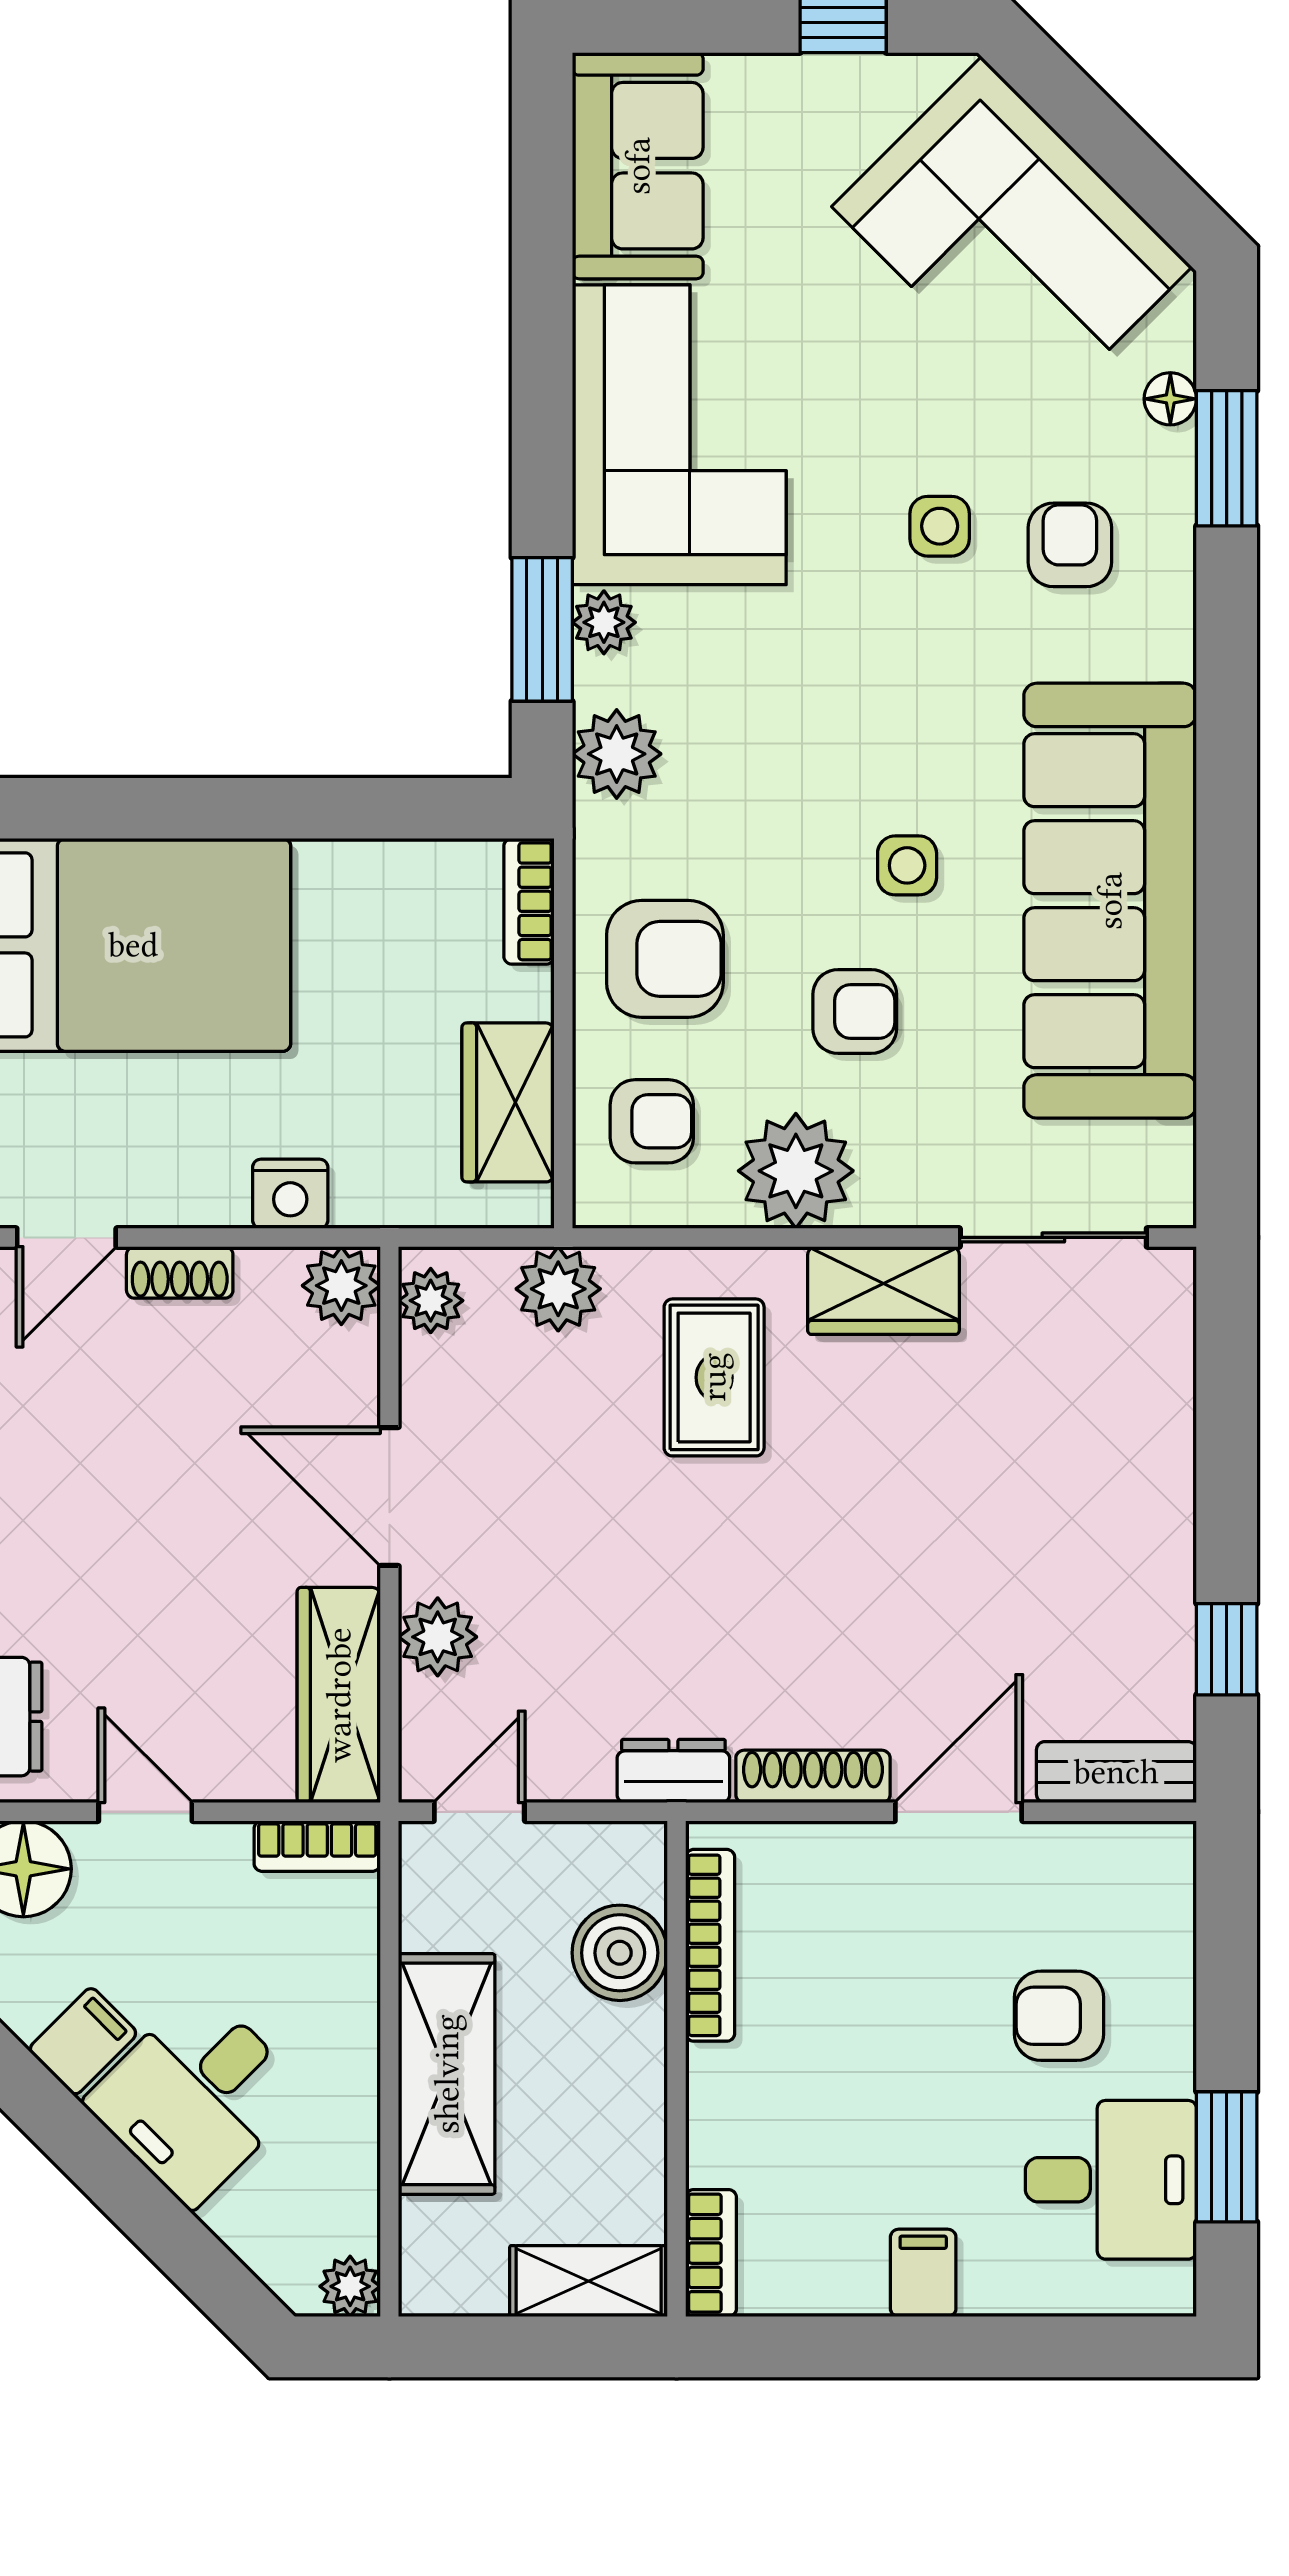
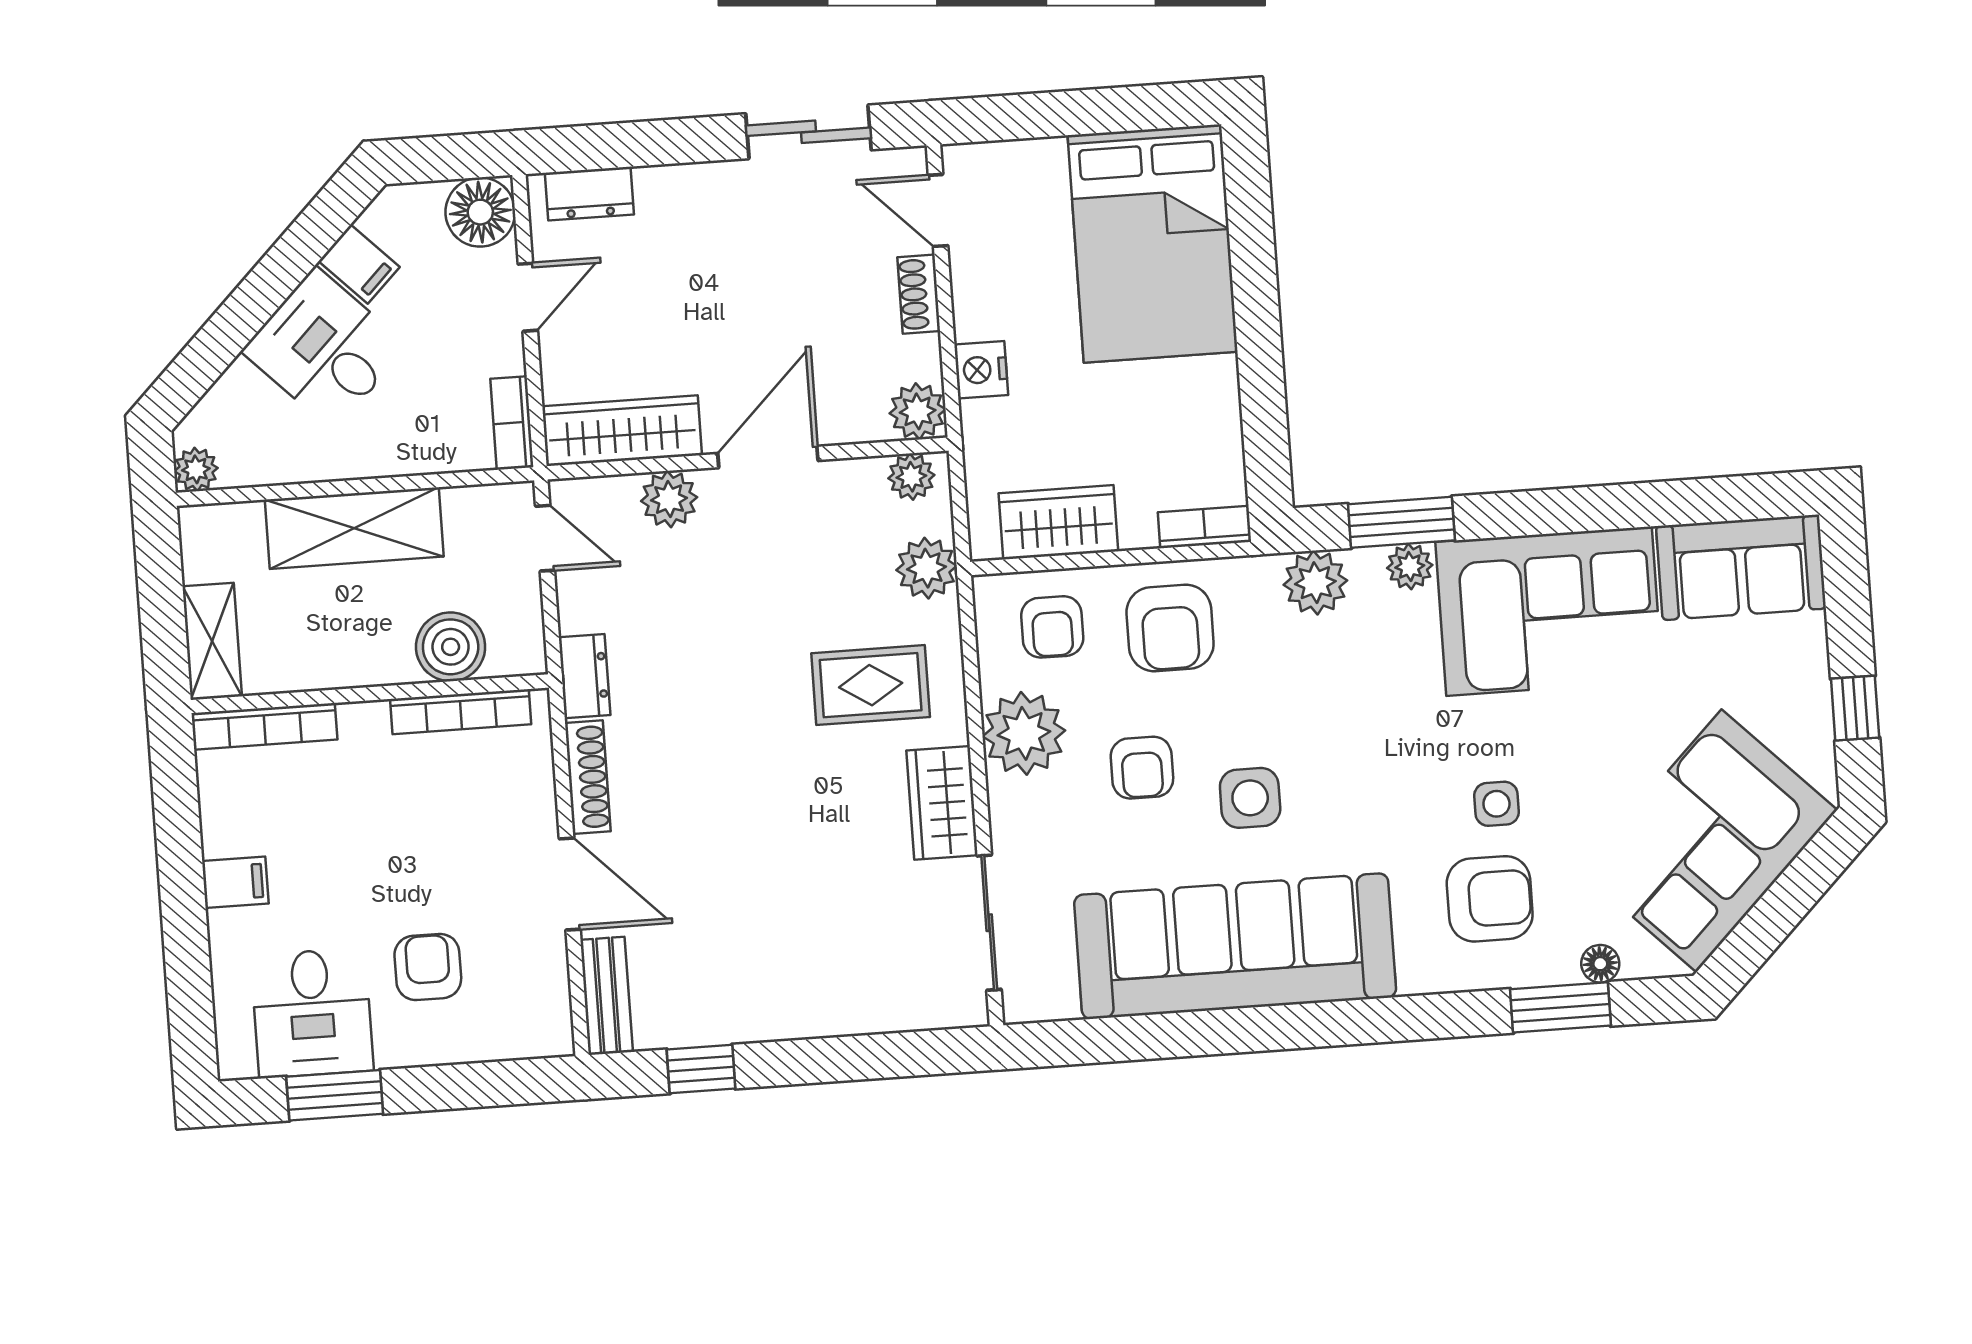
armchair: (1070, 545) -> (1490, 899), width x1.38, depth x1.38
side table: (907, 865) -> (1250, 798), width x1.37, depth x1.37
bookcase: (711, 2253) -> (264, 726), width x1.56

